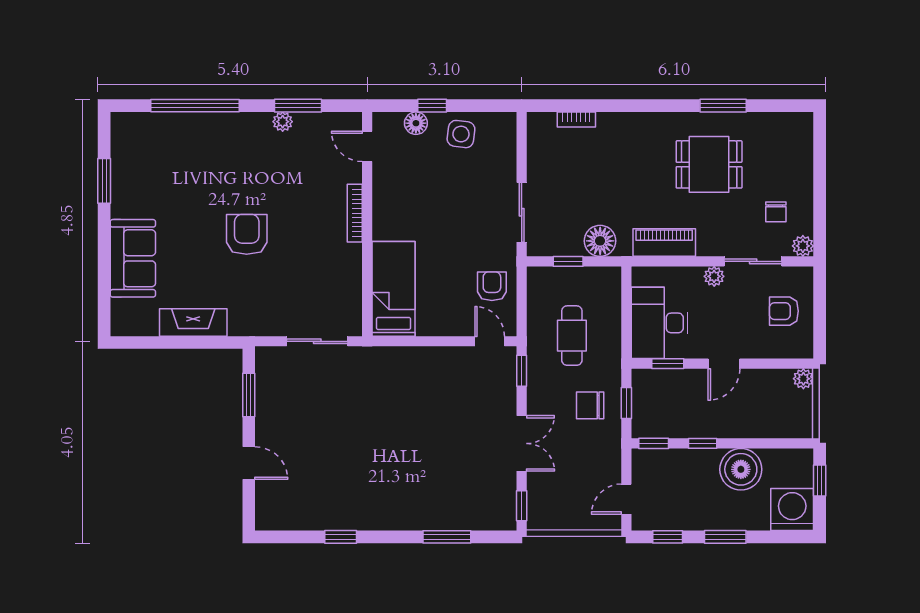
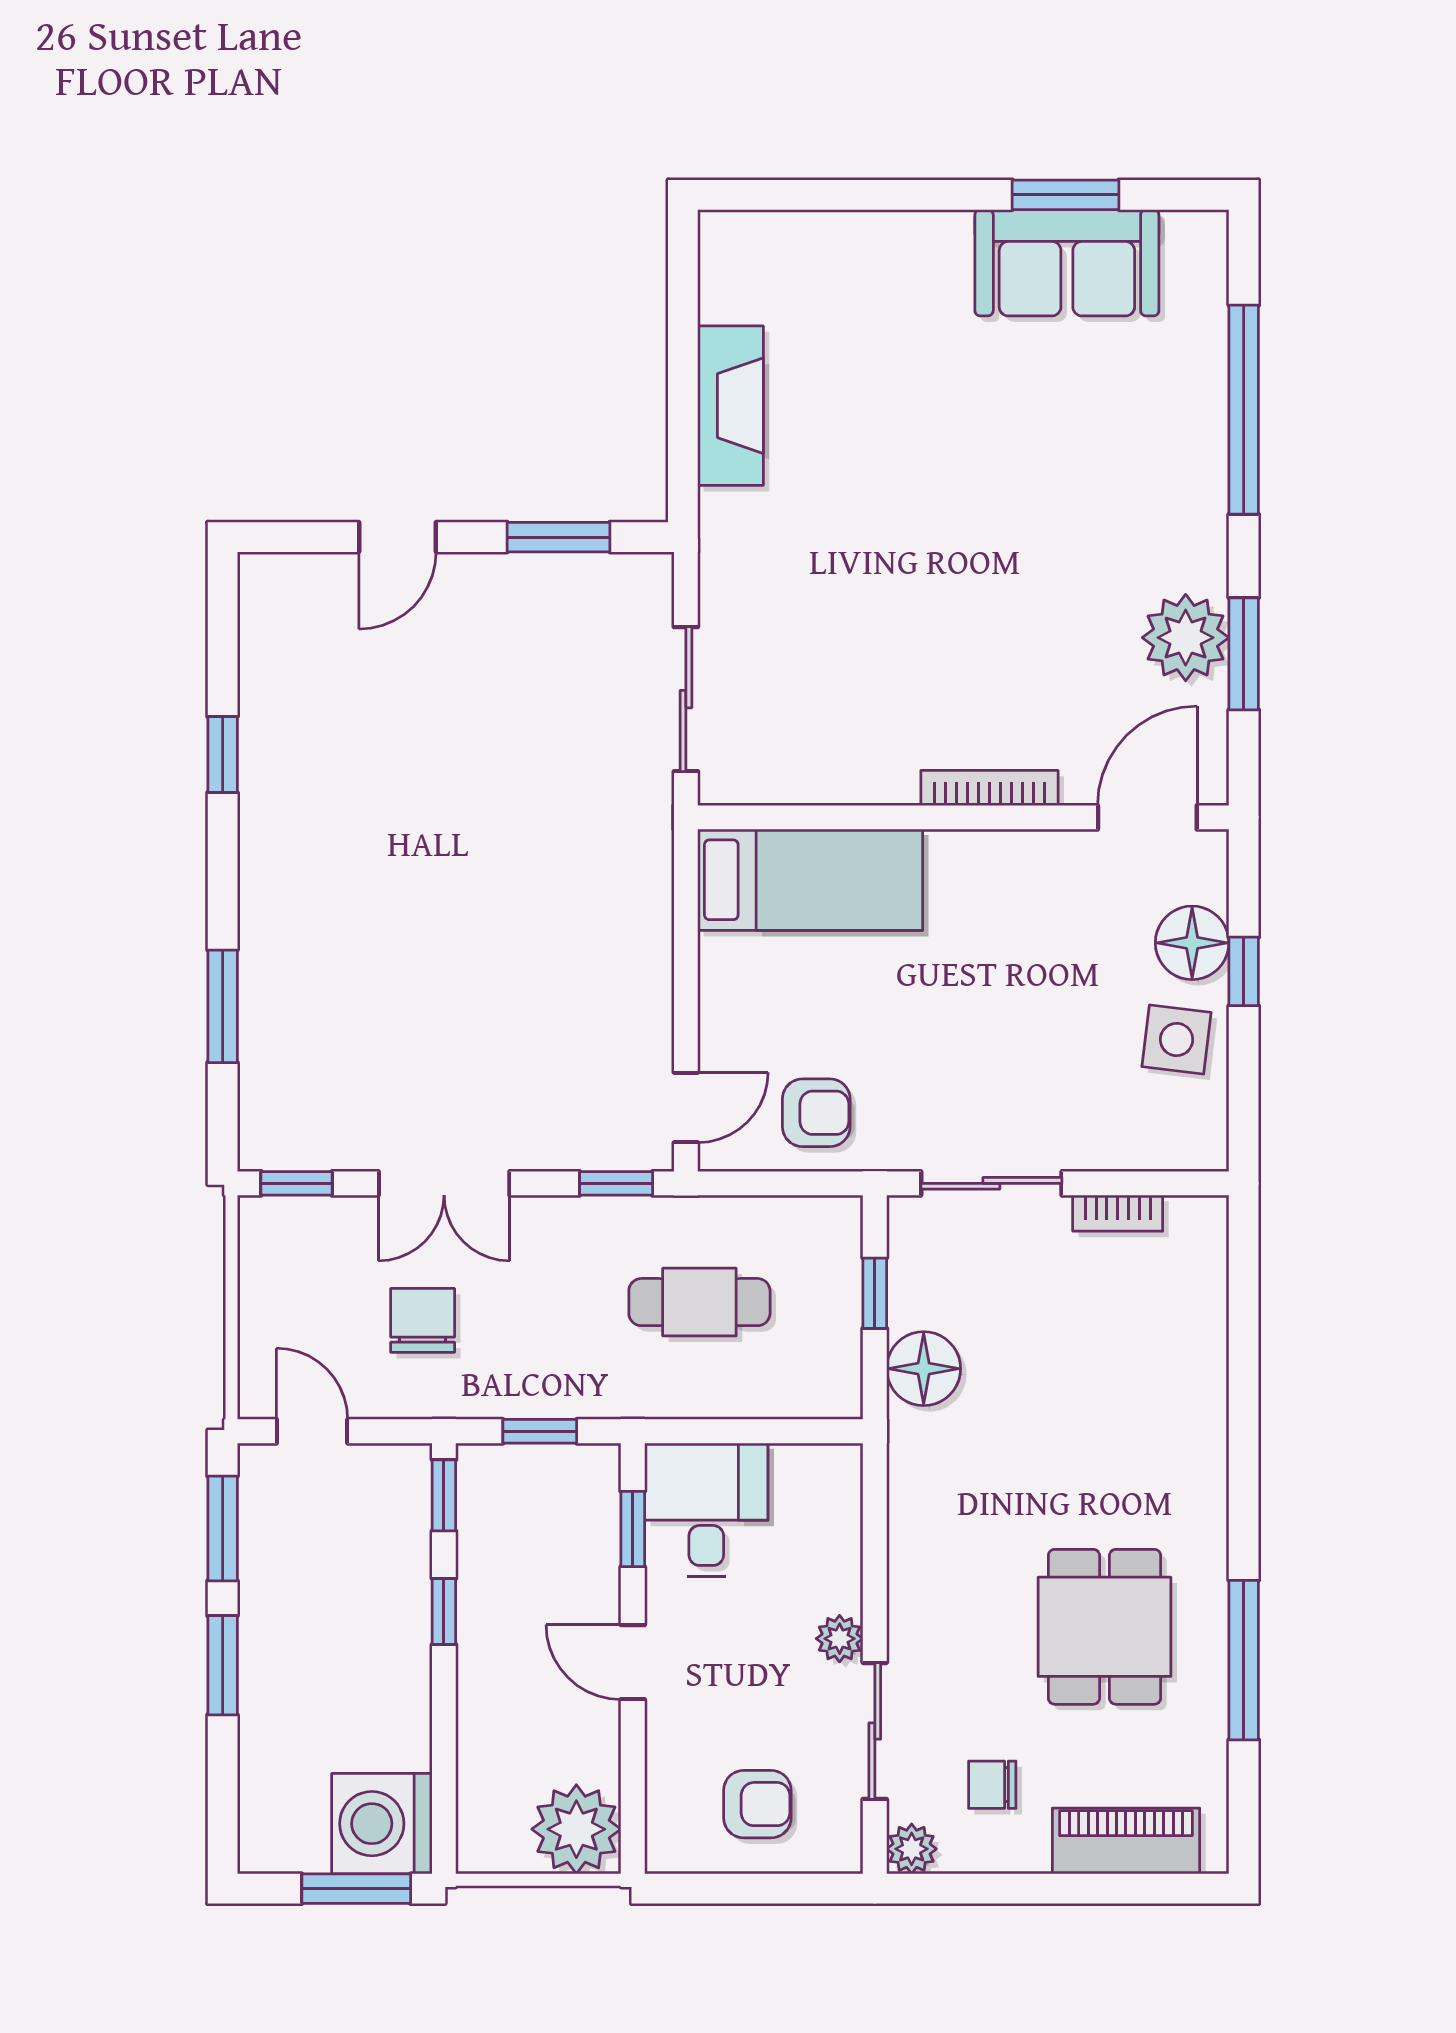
window: (723, 106) -> (1244, 1660), width x1.44
bookcase: (576, 120) -> (1118, 1213), moved, turned -90
plant: (283, 122) -> (1186, 638), width x1.88, depth x1.88
floor lamp: (416, 123) -> (1192, 943), width x1.38, depth x1.38
door: (367, 146) -> (1147, 817), width x1.38
armchair: (247, 234) -> (939, 532), removed
piano: (664, 243) -> (1126, 1841), moved, turned -90
sofa: (133, 258) -> (1067, 263), moved
armchair: (784, 311) -> (757, 1804), turned 90
desk: (660, 323) -> (706, 1510), width x0.73
plant: (803, 379) -> (576, 1829), width x1.88, depth x1.88
chair: (590, 405) -> (423, 1320), moved
boiler: (741, 469) -> (383, 1702), removed
window: (820, 481) -> (356, 1889), width x1.50
washing machine: (792, 510) -> (382, 1824), moved, turned 180
window: (668, 537) -> (223, 1529), width x1.50

